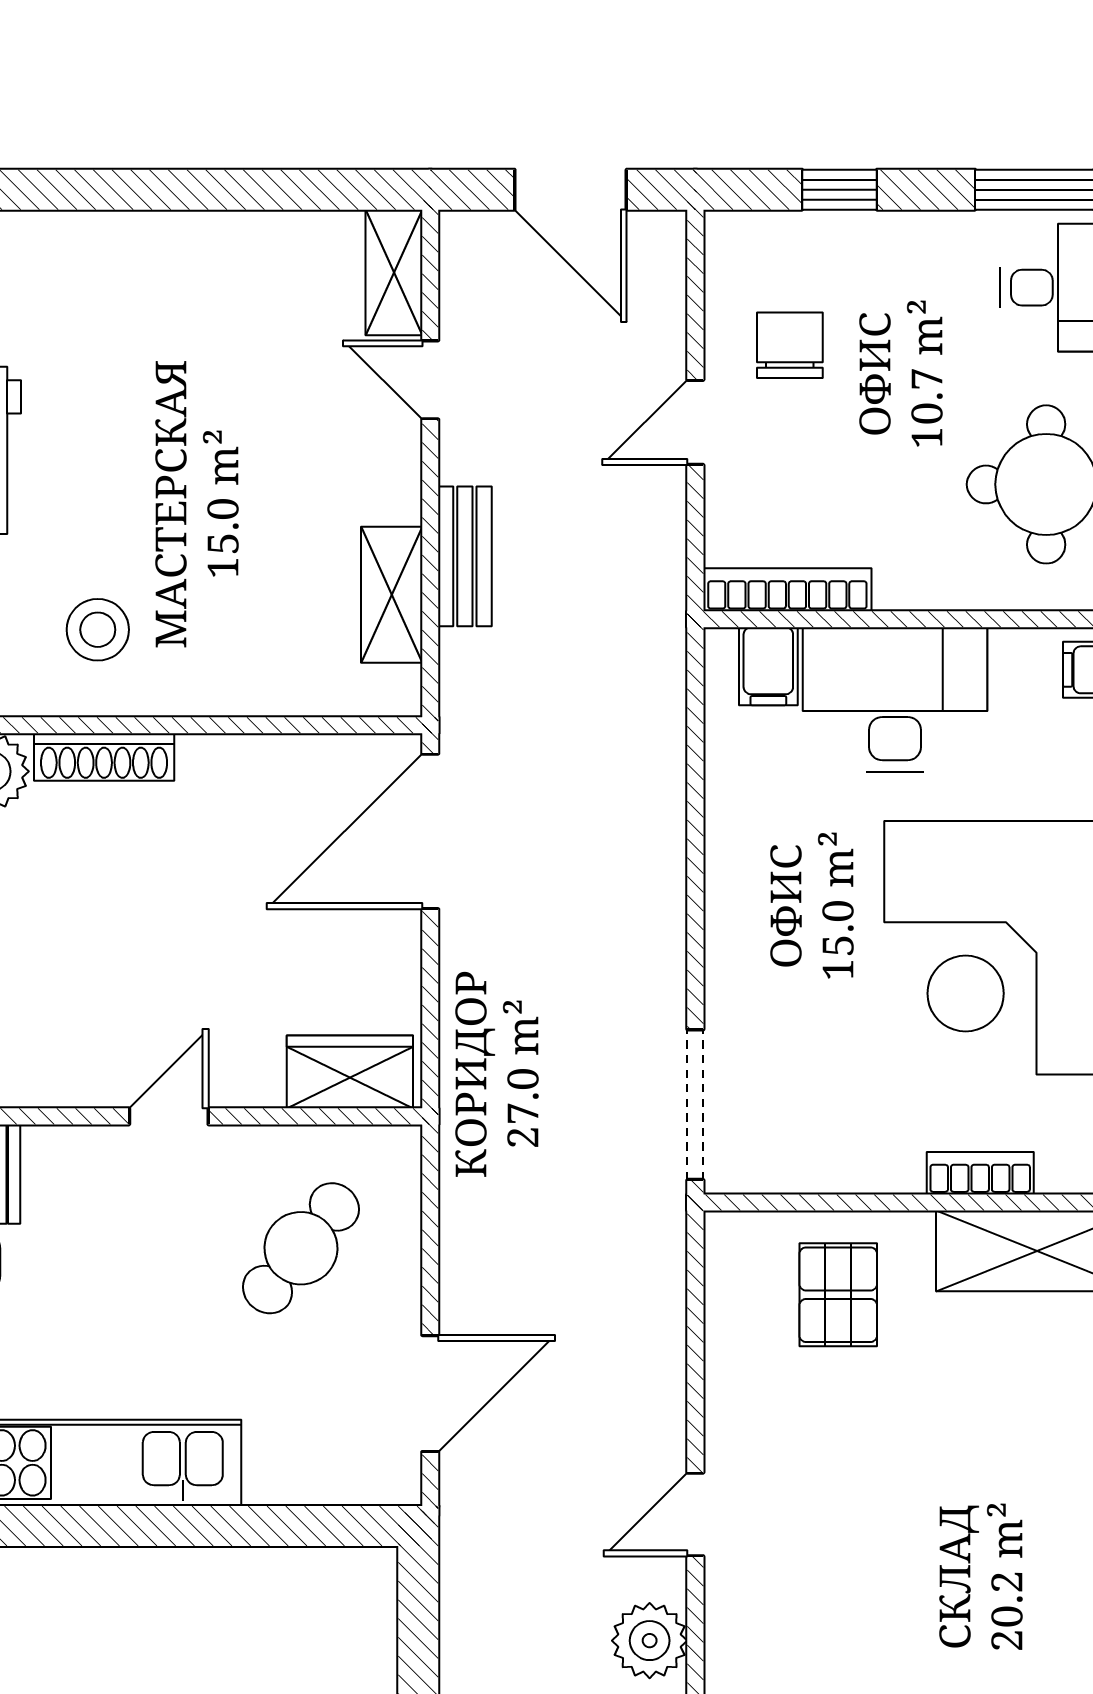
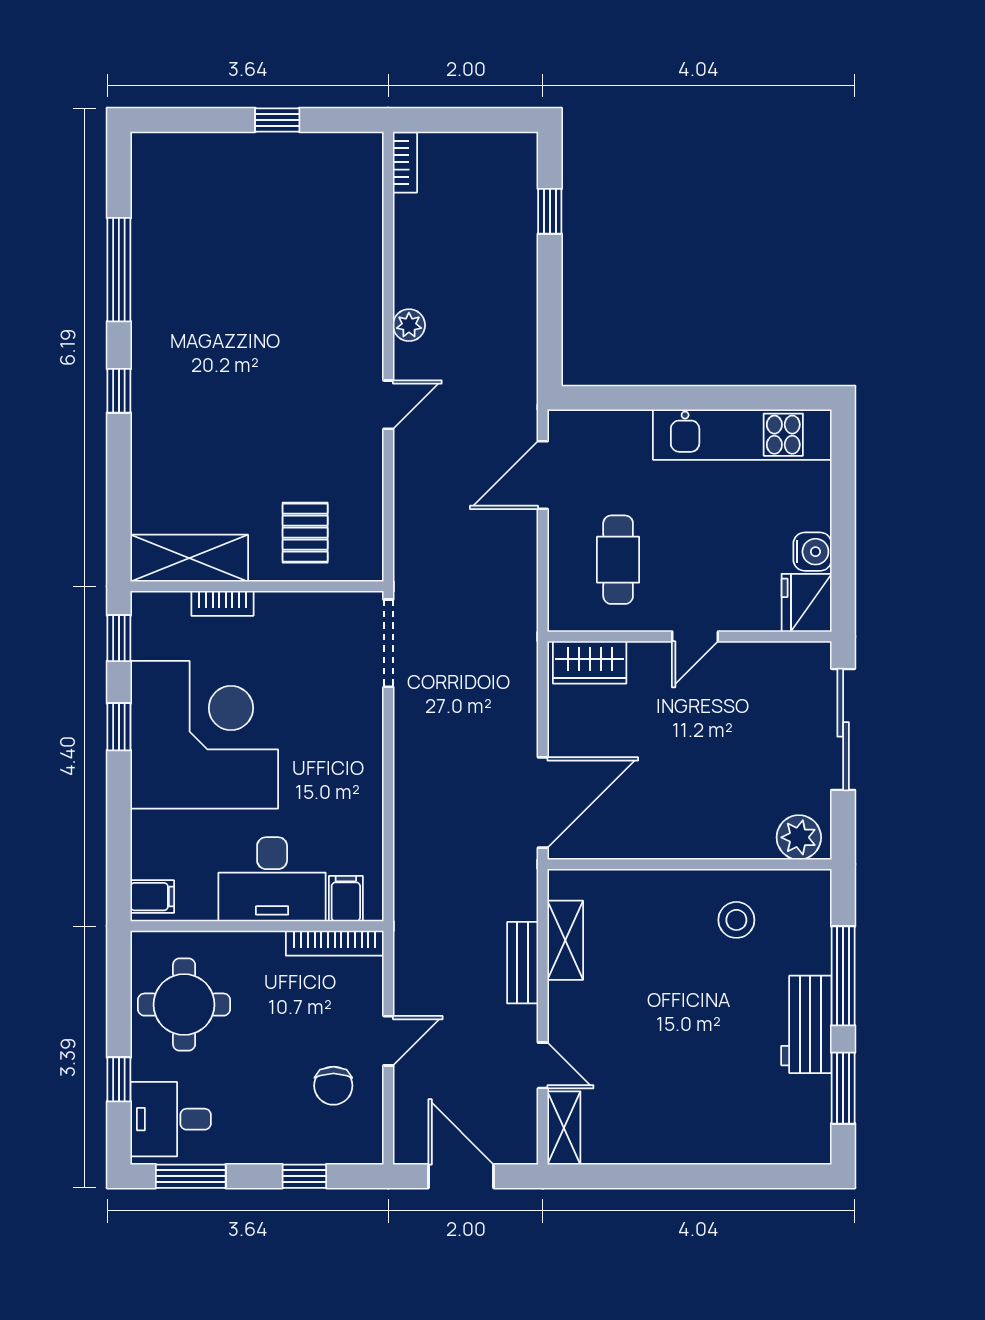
shoe rack: (104, 757) -> (733, 846), removed
cafe table: (301, 1248) -> (618, 560), turned -39
plant: (650, 1641) -> (409, 325), width x0.73, depth x0.73

